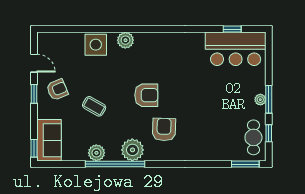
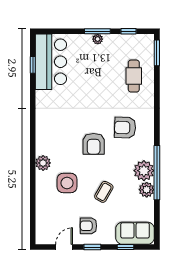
side table: (96, 45) -> (67, 183), moved
armchair: (57, 90) -> (88, 226), turned -67
armchair: (146, 95) -> (94, 144), turned 180
cafe table: (253, 137) -> (134, 76), moved, turned 90
window: (34, 148) -> (125, 247), moved
plant: (132, 150) -> (144, 171), moved

